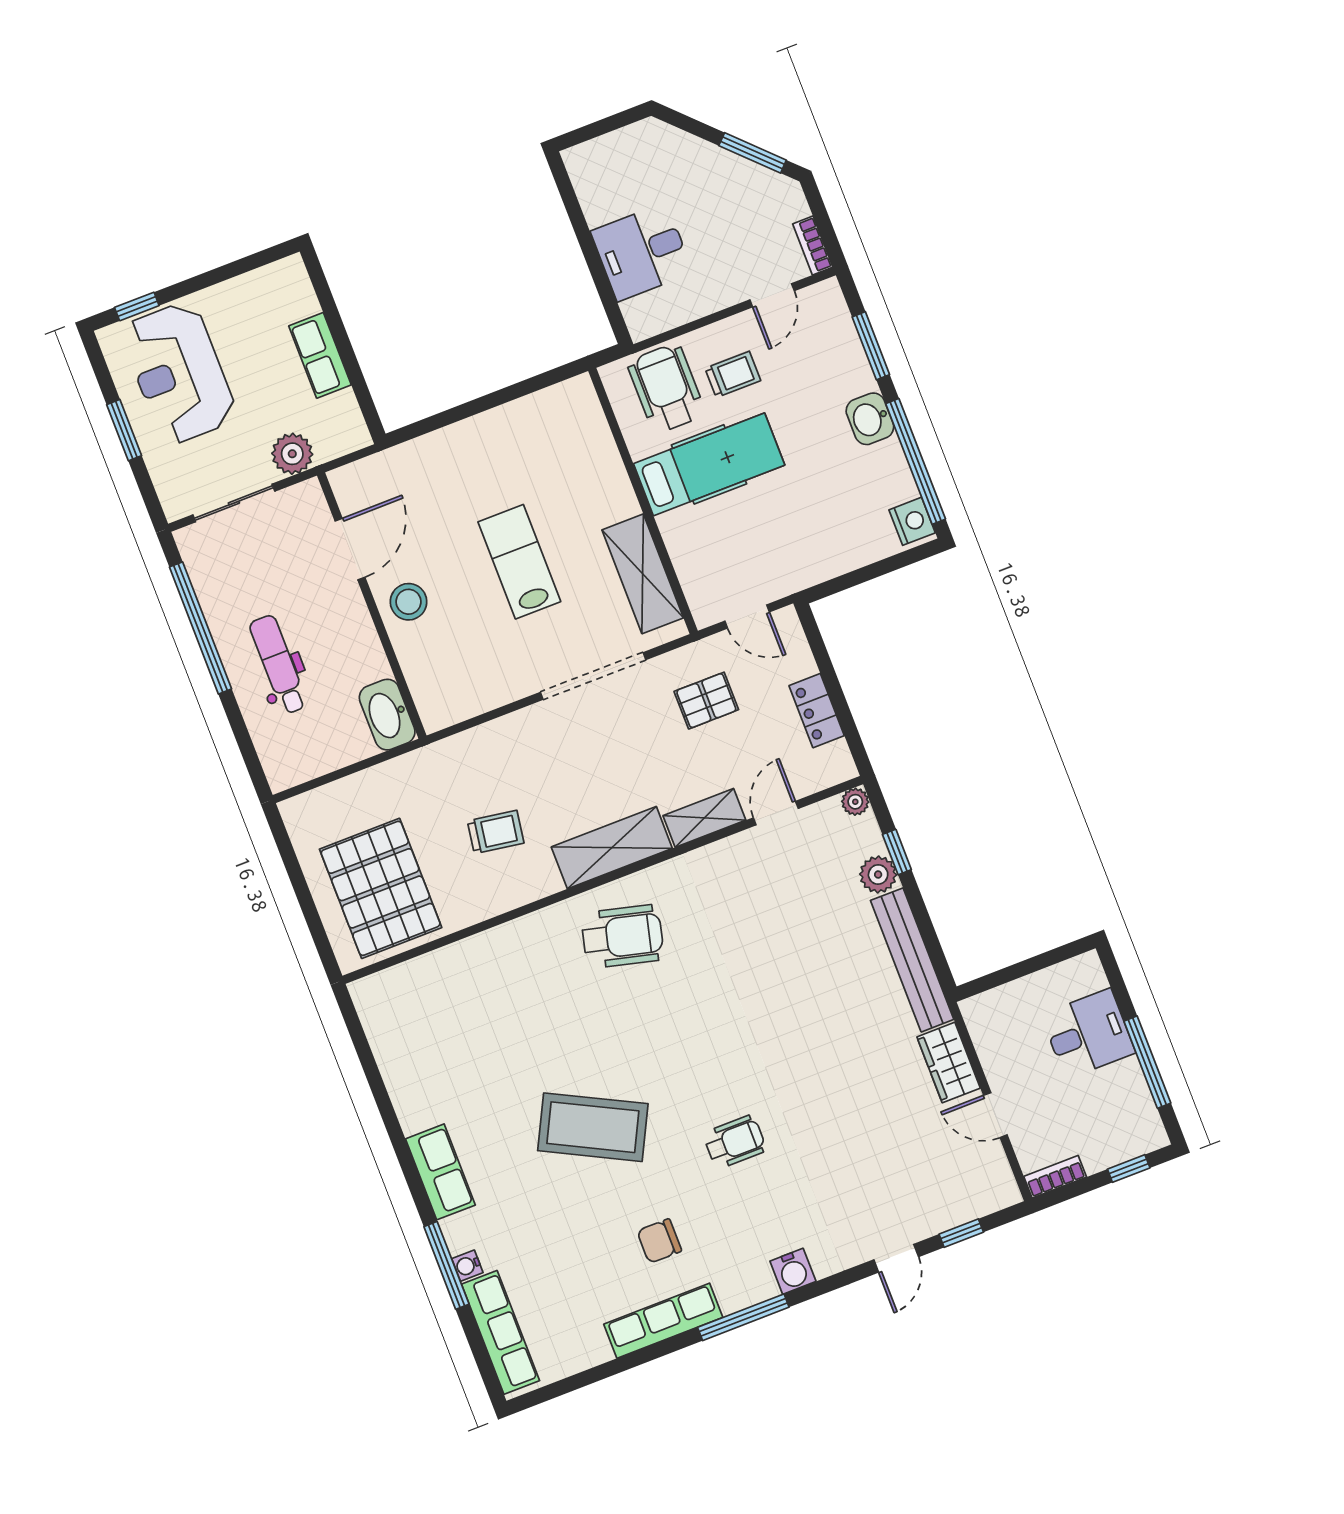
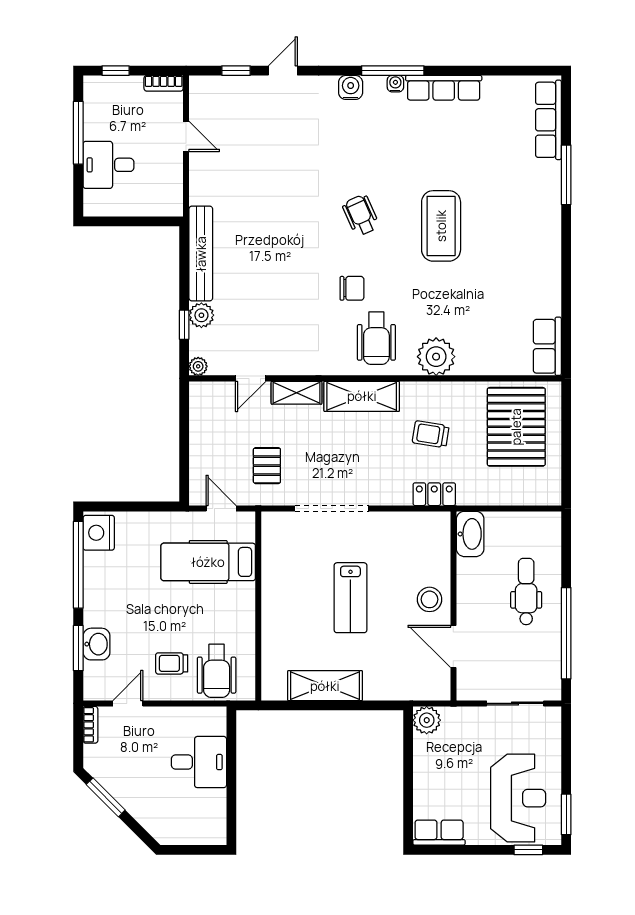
row of seats: (320, 355) -> (439, 833), moved, turned -90
washbasin: (870, 419) -> (96, 644), moved
window: (124, 430) -> (566, 814), moved
plant: (292, 454) -> (427, 720), moved
hospital bed: (709, 464) -> (208, 562), moved
nightstand: (912, 521) -> (99, 533), width x1.36, depth x1.33
door: (350, 549) -> (453, 646), hinge flipped
shelving: (643, 574) -> (325, 686), moved, turned 90
dental chair: (278, 665) -> (526, 592), turned 180
pallet: (706, 701) -> (267, 466), turned 90
locker: (817, 711) -> (434, 494), moved, turned -90
wheelchair: (623, 936) -> (376, 338), turned -104
plant: (530, 943) -> (436, 357), added
wardrobe: (949, 1062) -> (203, 181), removed
coffee table: (593, 1127) -> (441, 226), turned 63
wheelchair: (735, 1142) -> (361, 215), moved, turned 66
row of seats: (440, 1172) -> (547, 346), moved
chair: (659, 1241) -> (352, 288), moved
water cooler: (467, 1266) -> (395, 84), moved, turned -90

